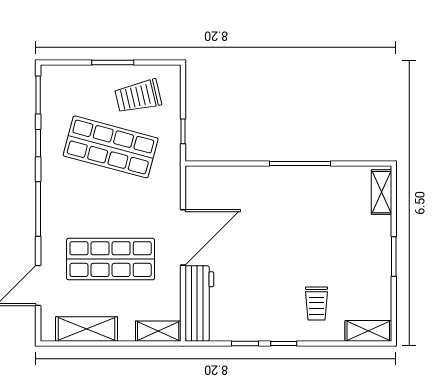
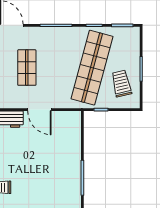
shop shelf: (111, 147) -> (92, 68), width x1.40
door: (183, 237) -> (39, 110), width x0.73
shop shelf: (111, 259) -> (27, 68), width x0.70, depth x0.74

